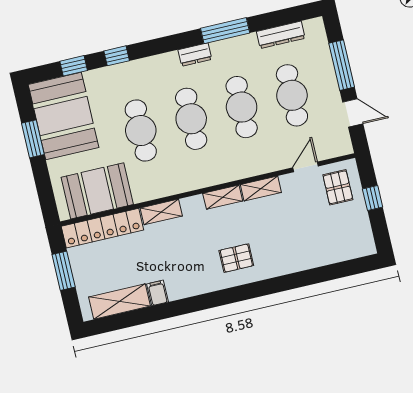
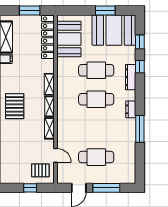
dresser: (281, 35) -> (131, 77), moved
cafe table: (242, 107) -> (96, 128), removed
shelving: (161, 212) -> (49, 84), moved
pallet: (236, 258) -> (15, 106), width x1.50, depth x1.42

